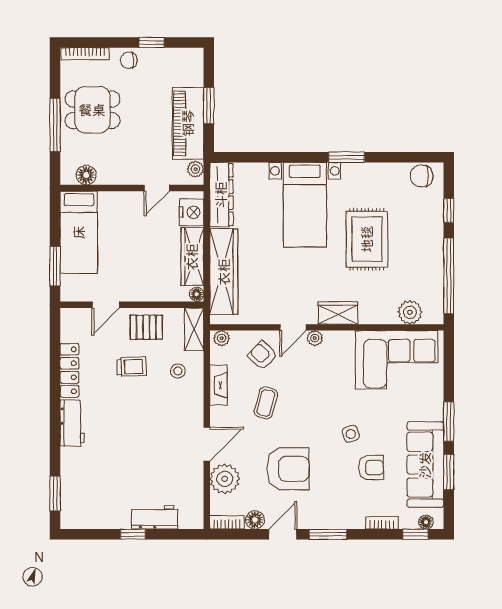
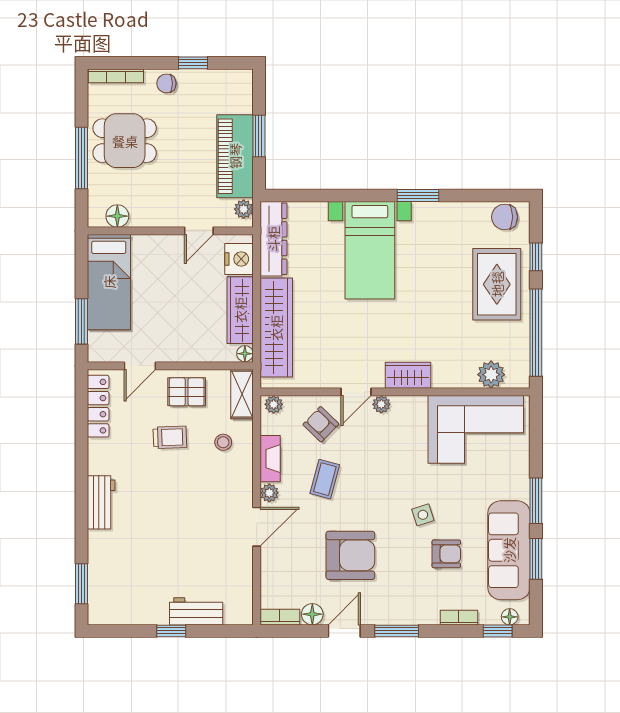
rug: (367, 239) -> (497, 284), moved
locker: (69, 370) -> (98, 406), moved
plant: (225, 479) -> (269, 493), moved, width x0.53, depth x0.53

